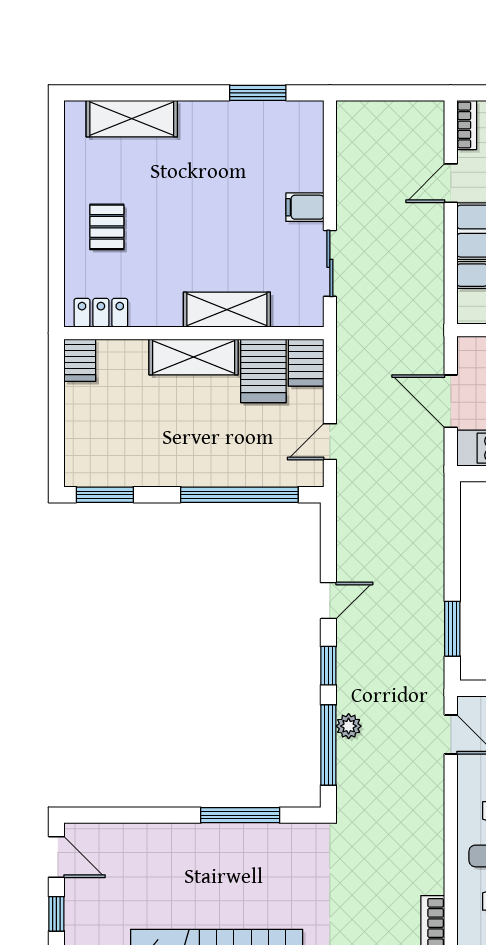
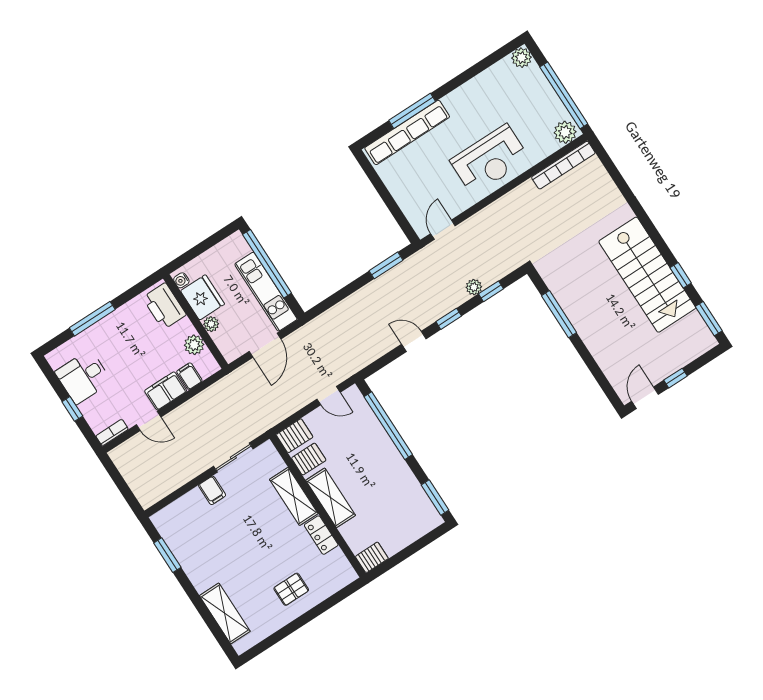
locker: (101, 313) -> (321, 535), moved
server rack: (263, 371) -> (309, 459), width x0.73, depth x0.70
window: (328, 745) -> (491, 291), width x0.46

